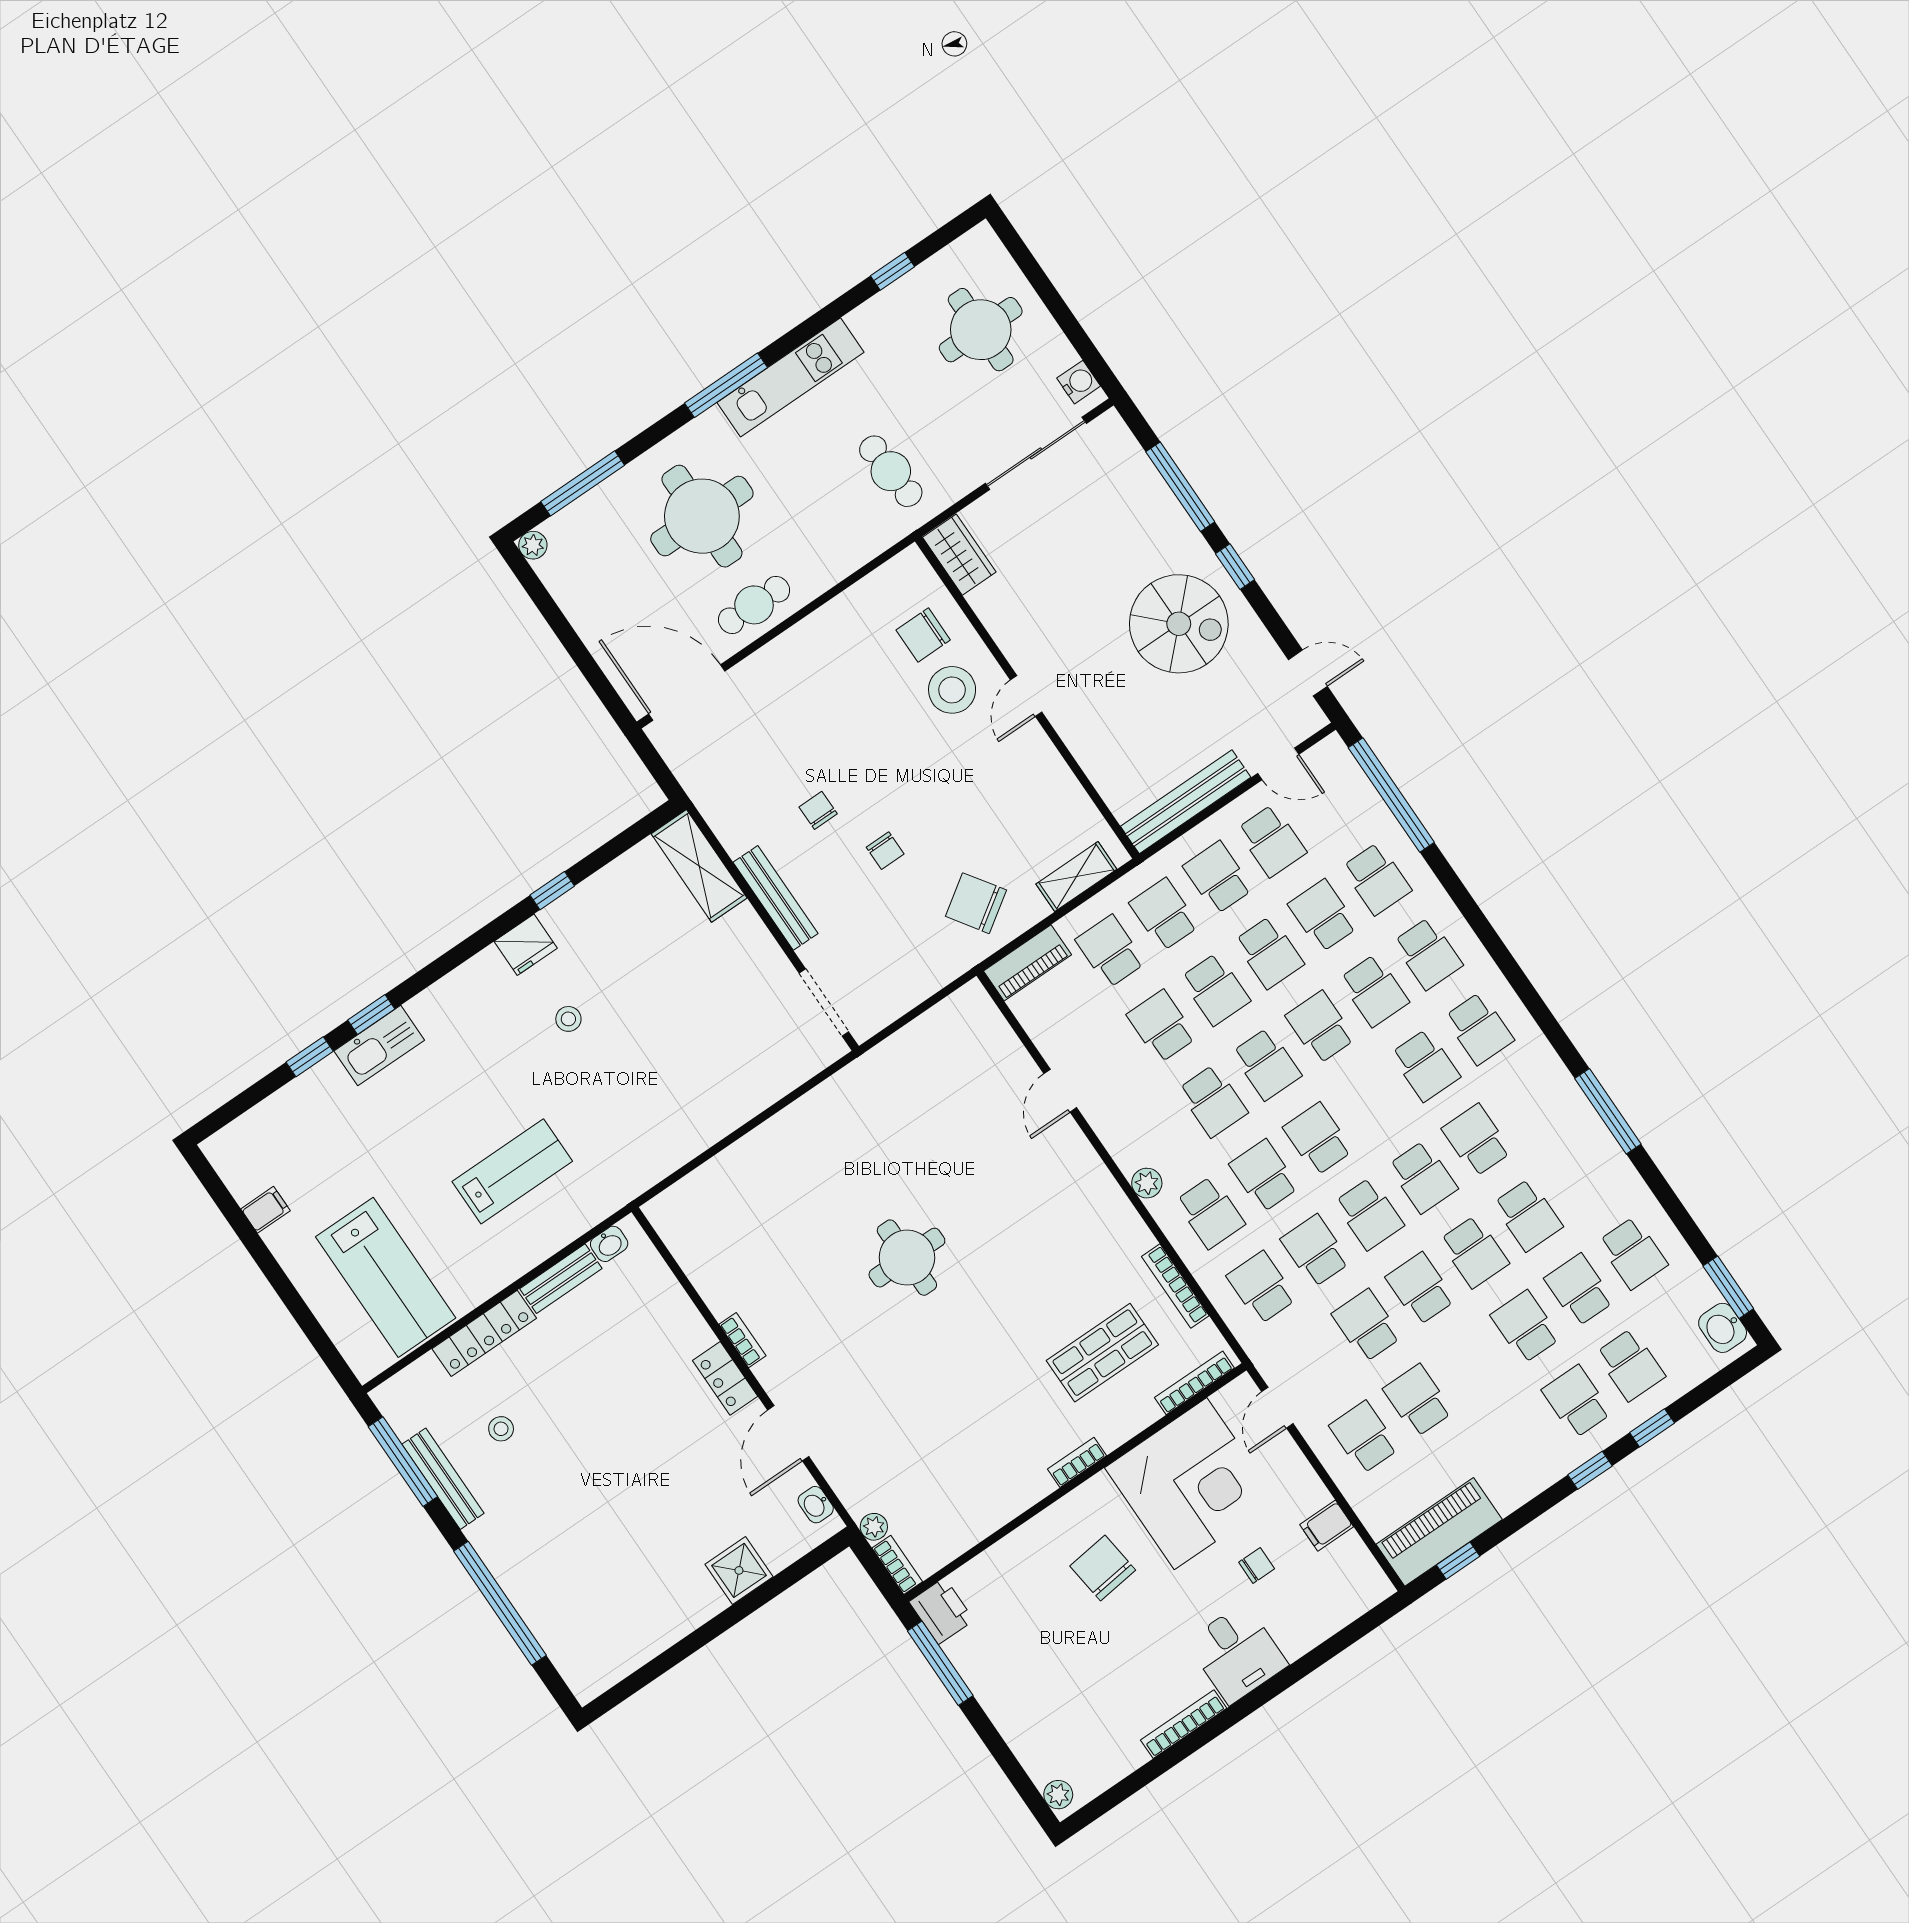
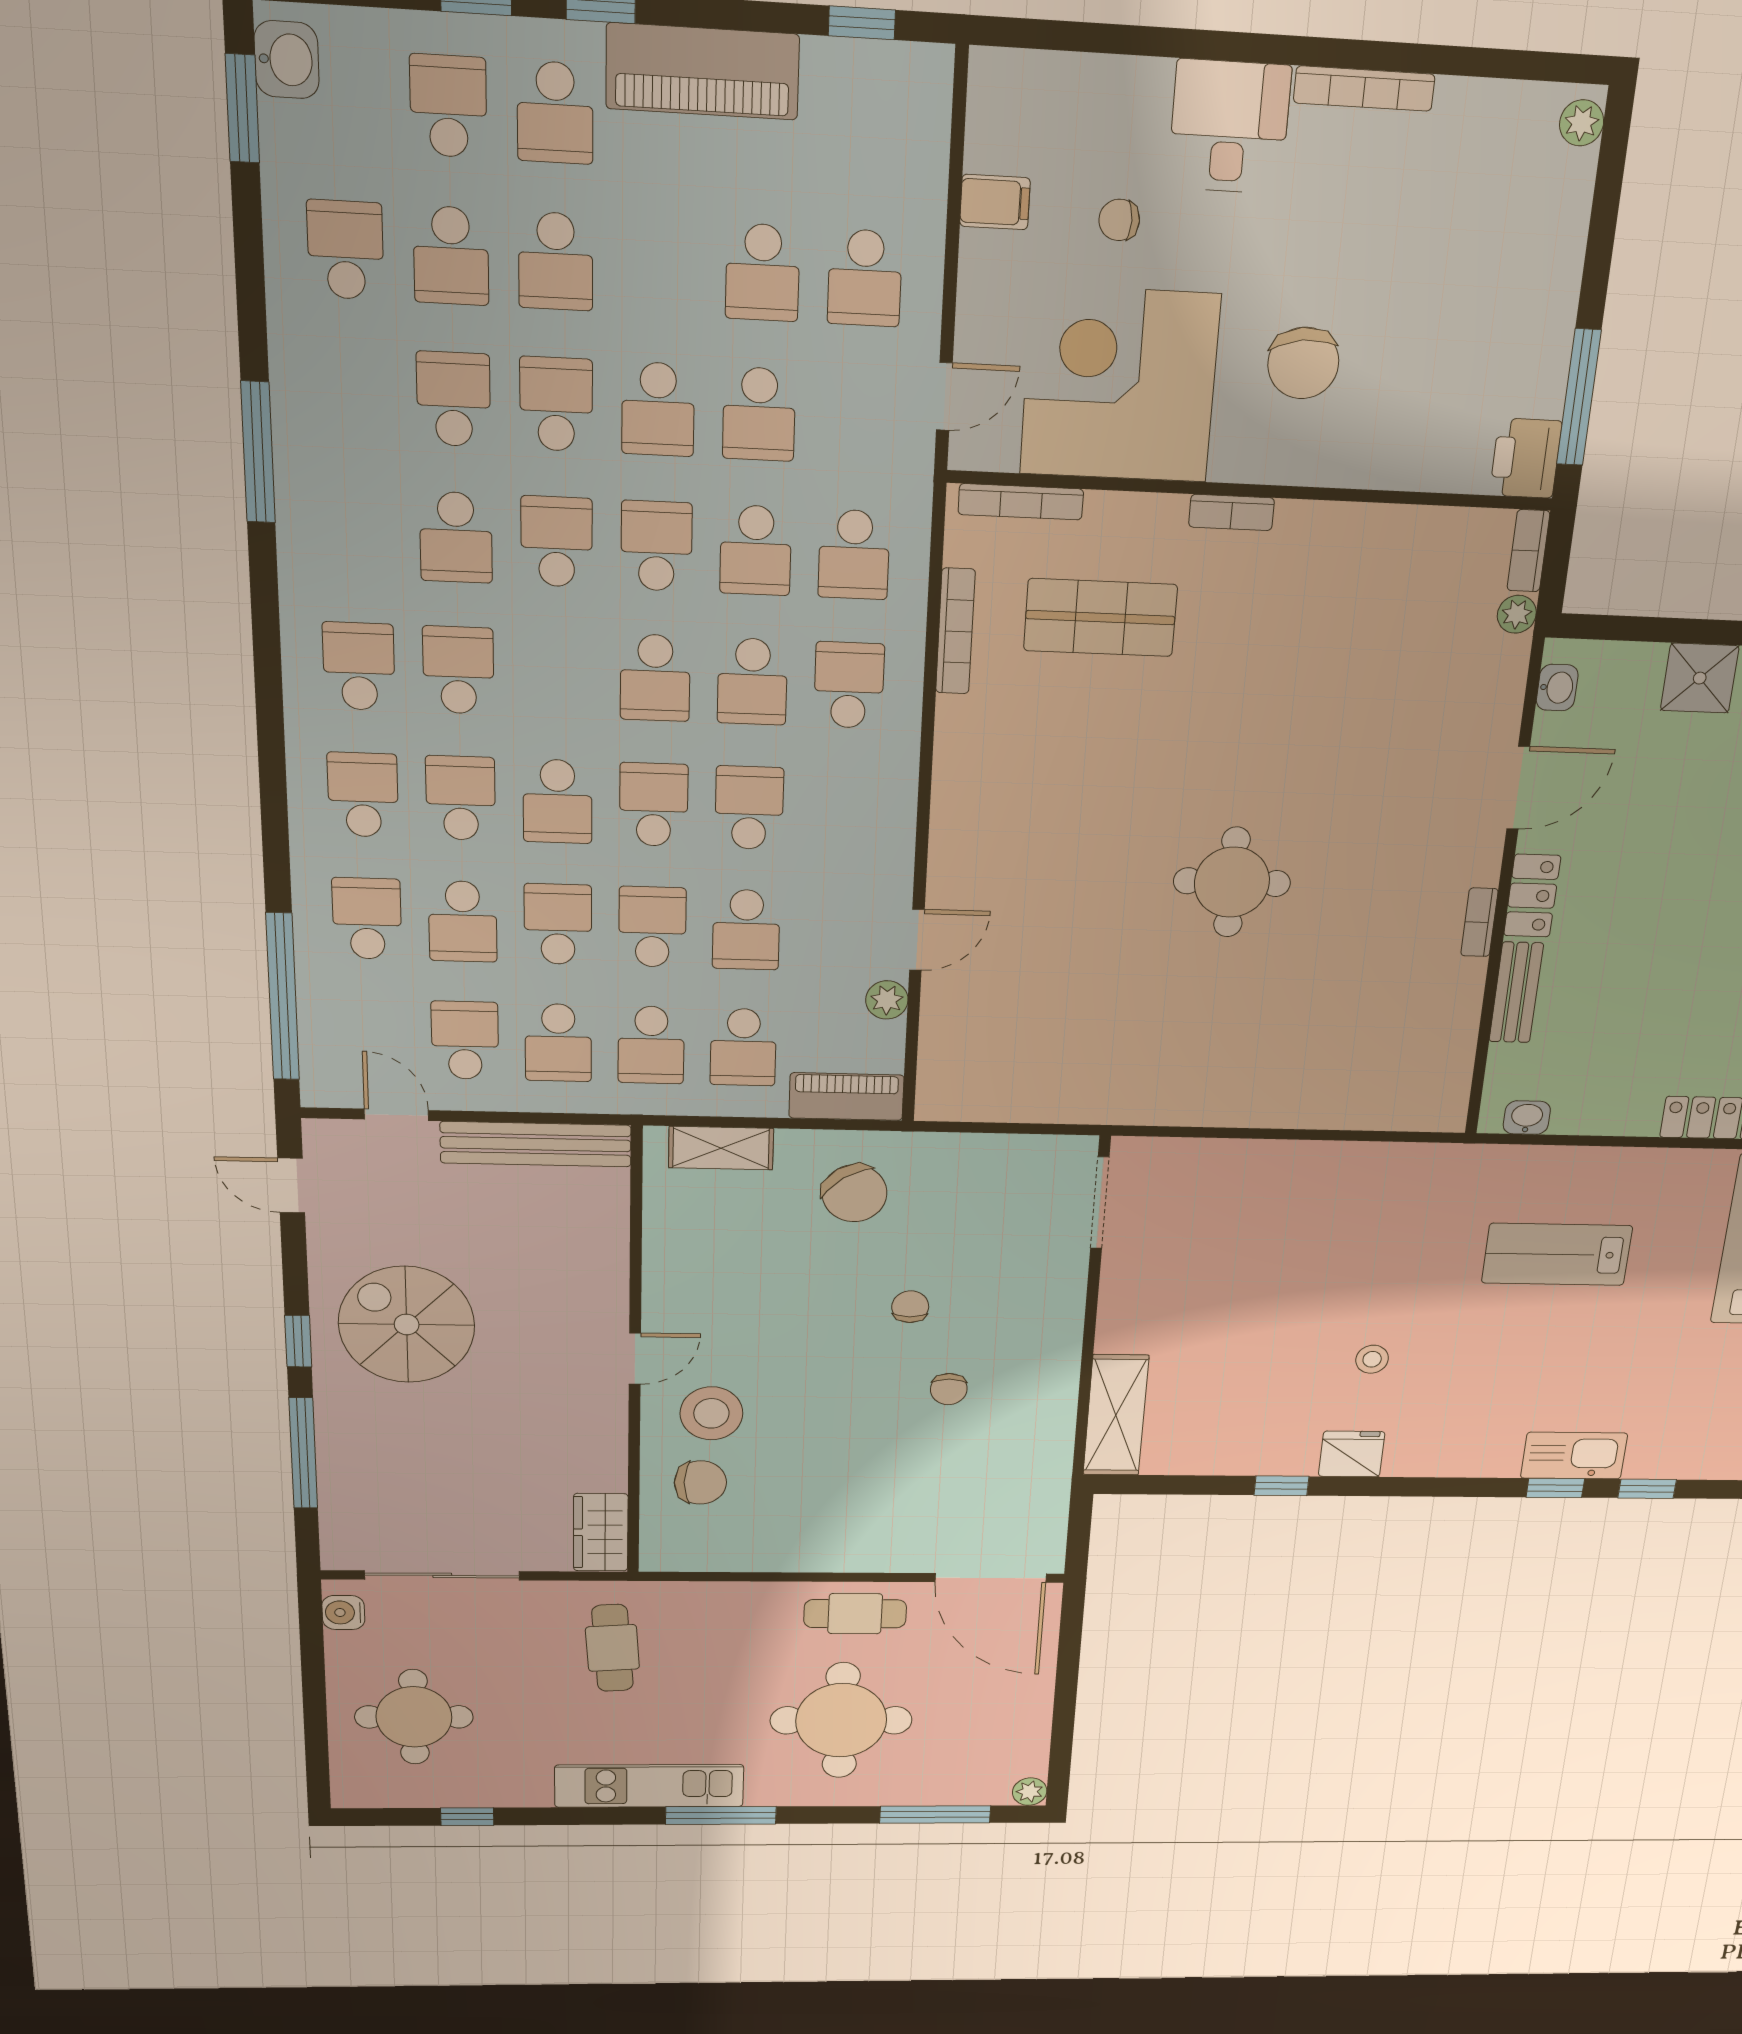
bench: (776, 898) -> (1064, 1336), removed
plant: (1147, 1183) -> (887, 1000), moved
bench: (561, 1279) -> (1516, 992), moved, turned 90
piano: (1439, 1532) -> (703, 71), moved

